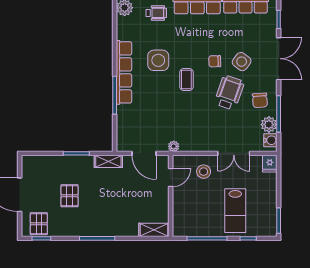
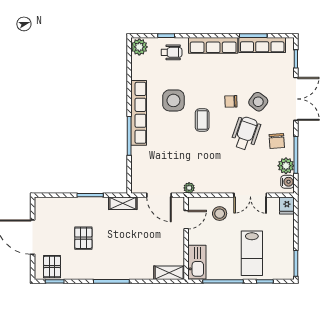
kitchen sink: (181, 219) -> (197, 262), added

